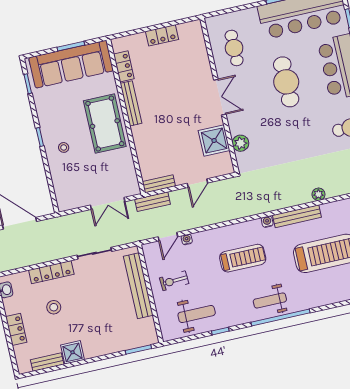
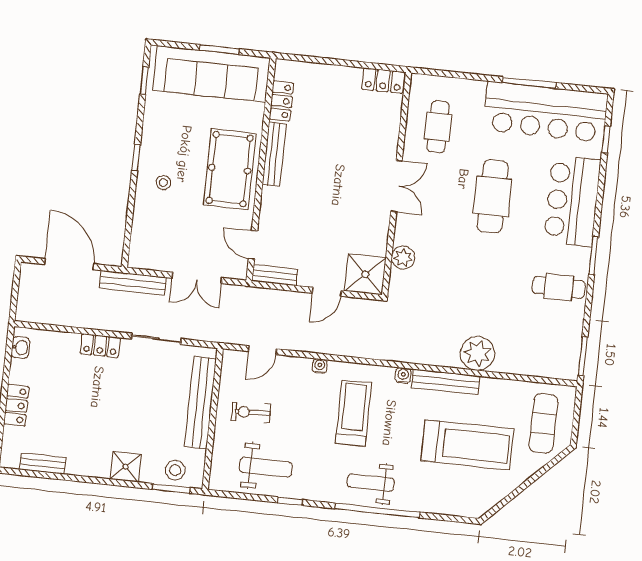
locker: (162, 35) -> (383, 81), moved
shower: (214, 140) -> (365, 274), moved
door: (138, 169) -> (253, 245), added
plant: (318, 194) -> (477, 353), width x1.88, depth x1.88
bench: (153, 202) -> (133, 283), moved, width x1.36
water cooler: (187, 239) -> (320, 366), moved
treadmill: (243, 258) -> (353, 413), turned -90
locker: (51, 272) -> (100, 346), width x0.66
stool: (54, 307) -> (175, 470), moved
shower: (72, 352) -> (126, 467), moved

